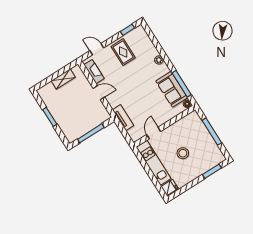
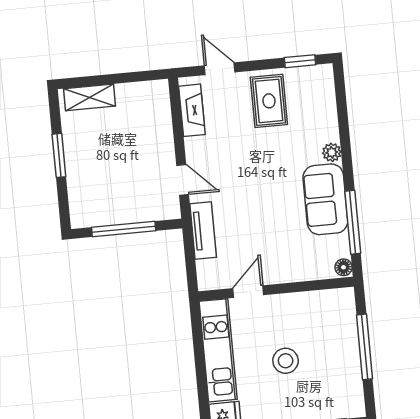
shelving: (63, 79) -> (89, 97), moved
sofa: (172, 89) -> (325, 199), moved
door: (99, 93) -> (183, 180), moved

